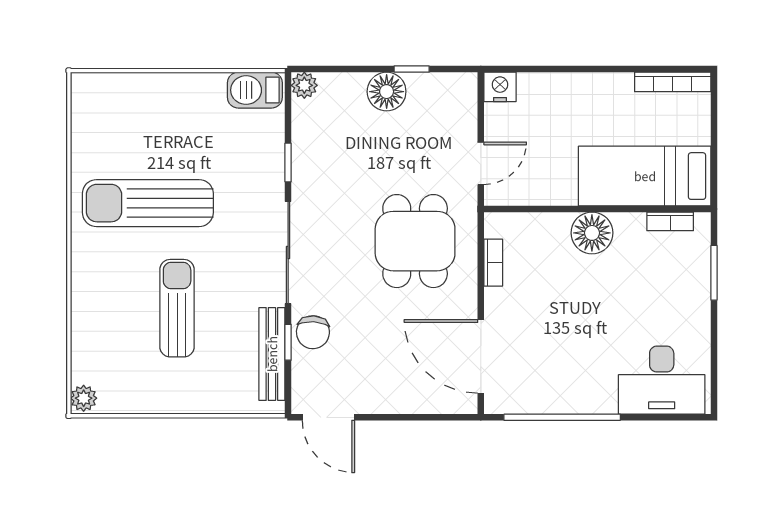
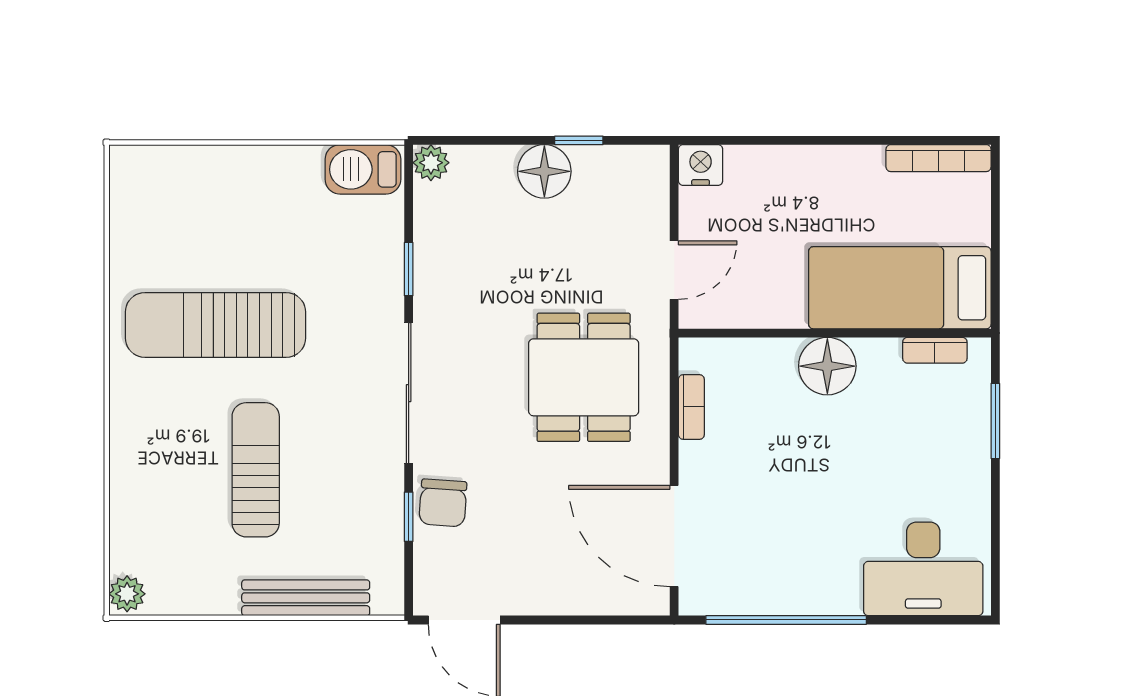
bench: (272, 354) -> (306, 598), moved, turned 90

